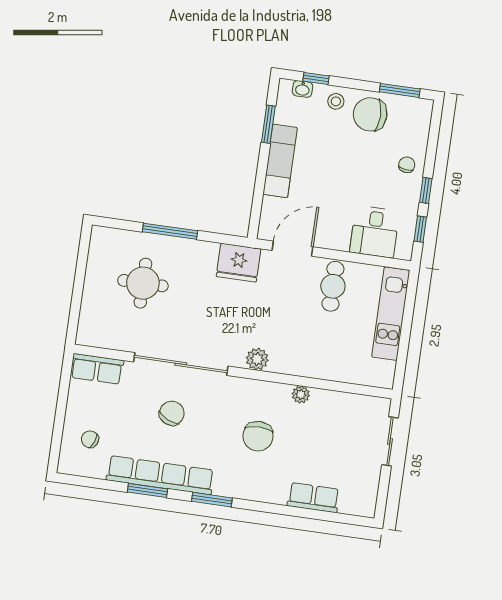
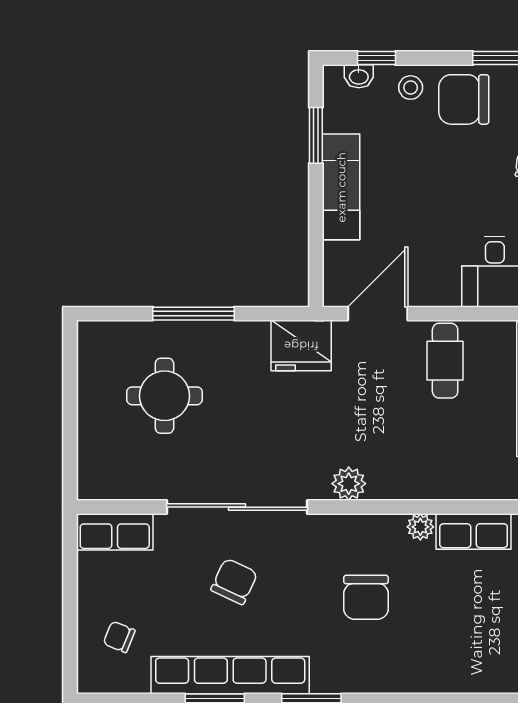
row of seats: (313, 498) -> (474, 531), moved, turned 180

